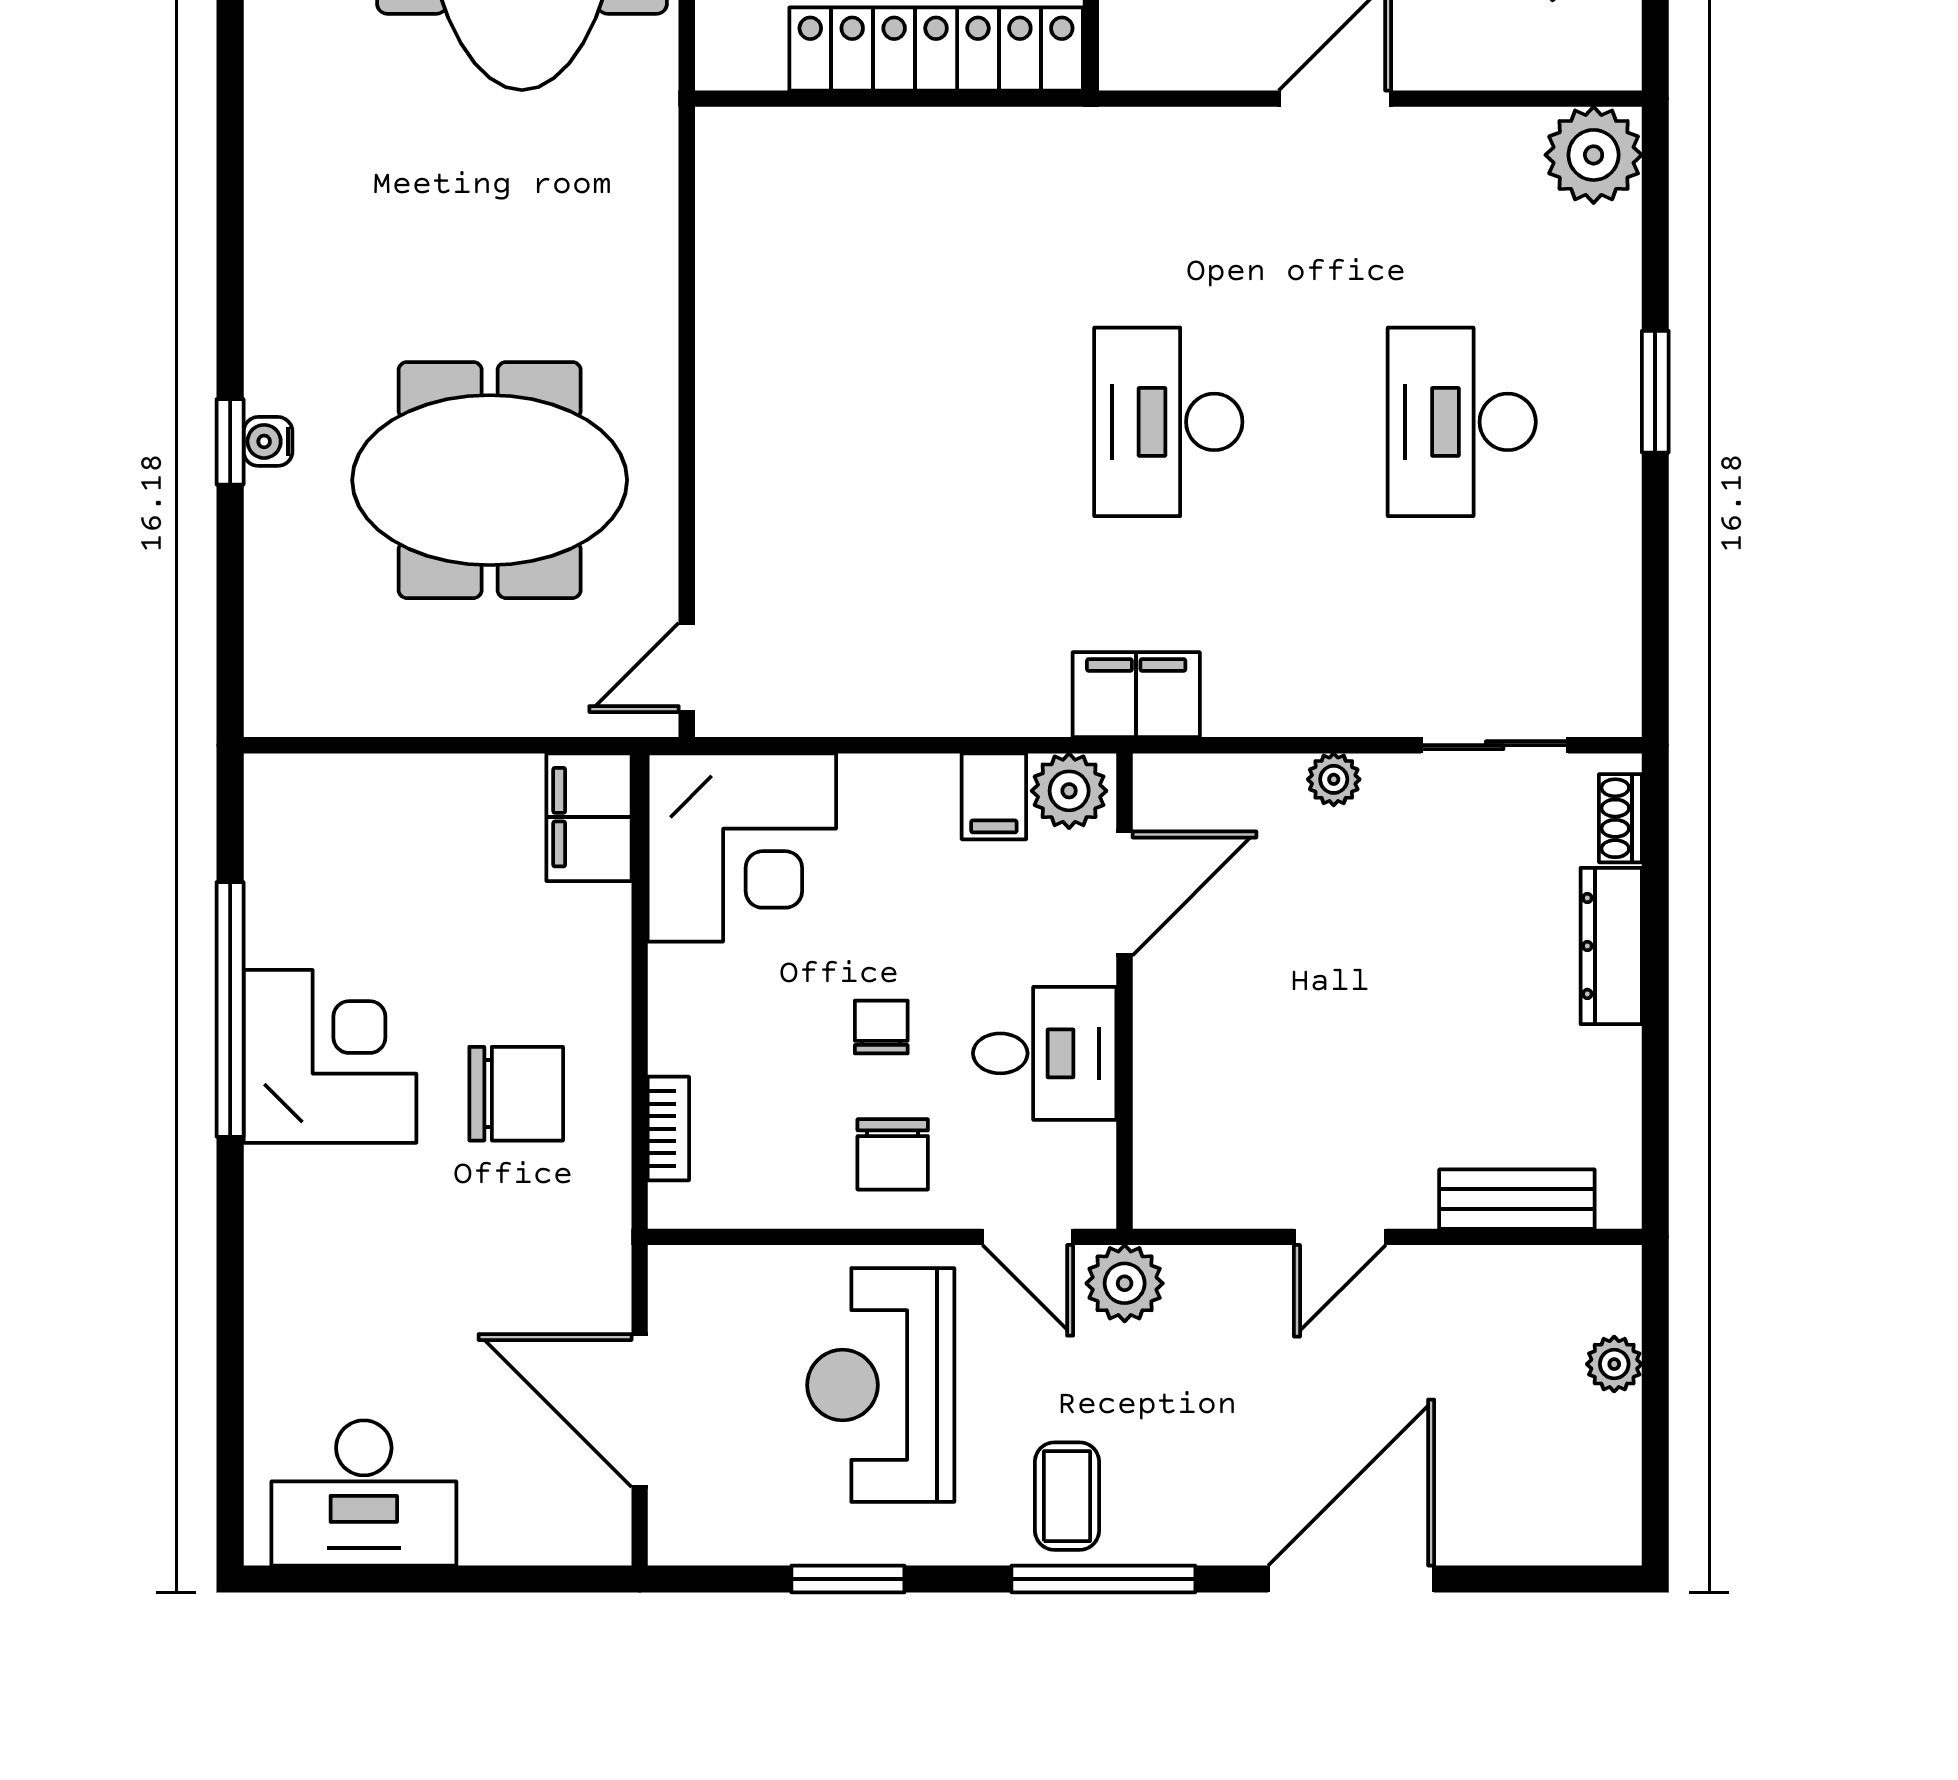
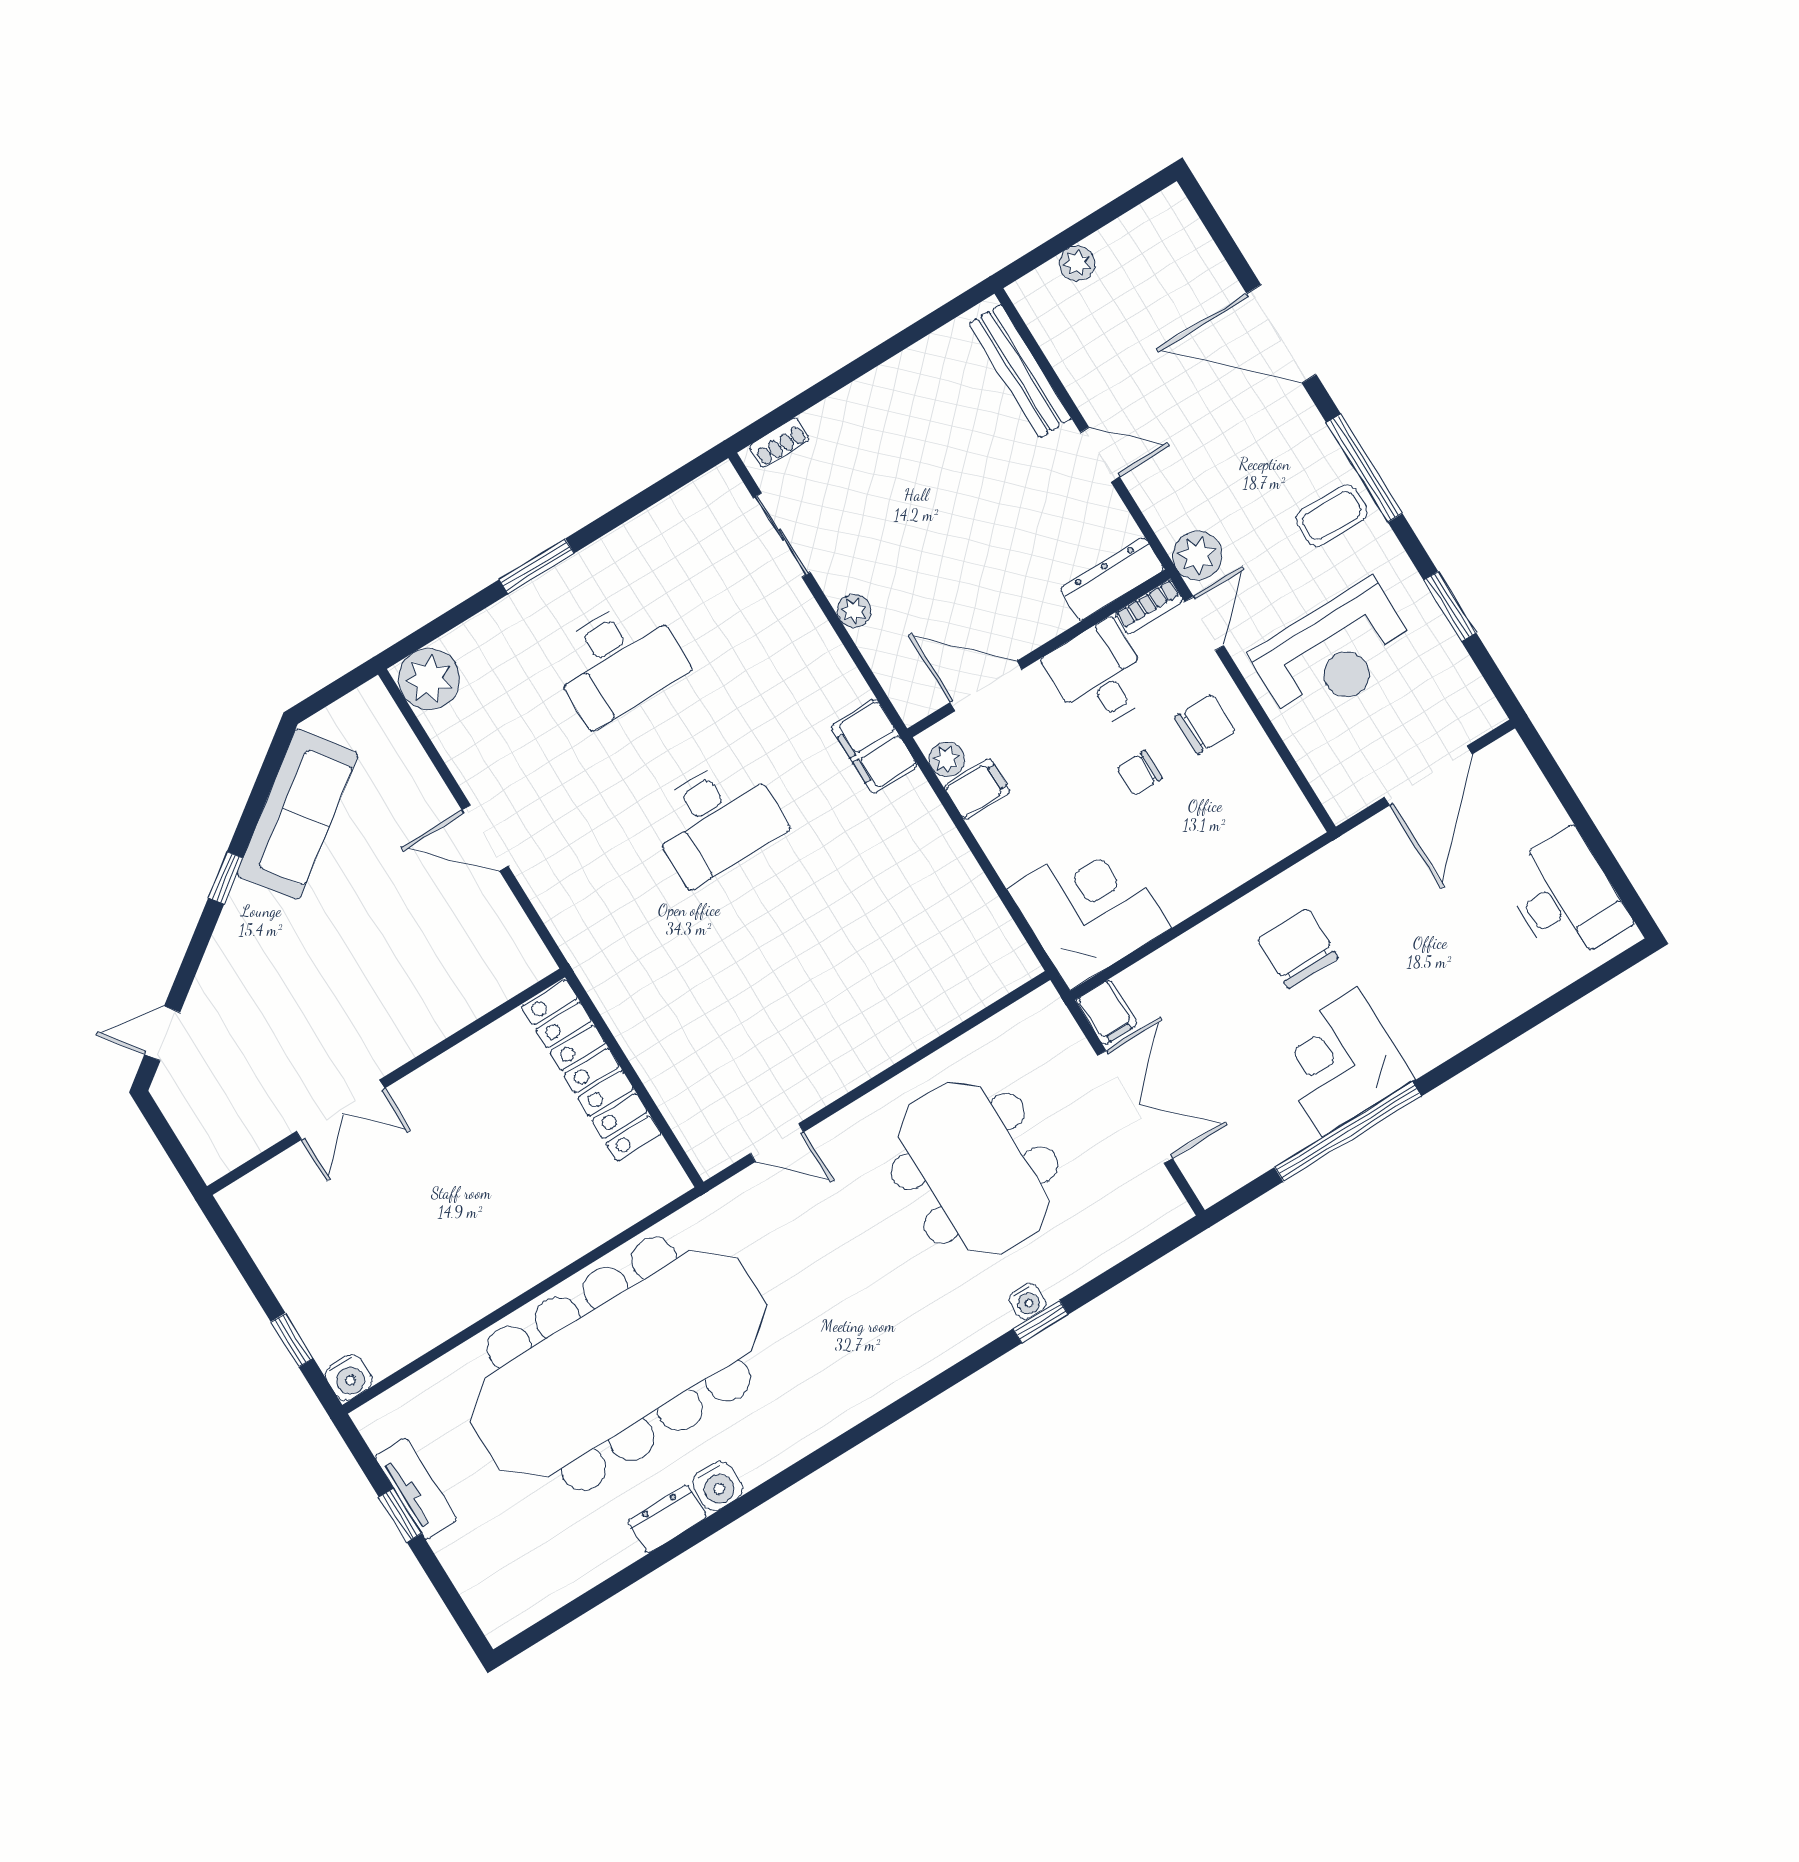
door: (687, 667) -> (777, 1143), moved
double door: (439, 745) -> (1135, 1107), added
plant: (1069, 791) -> (947, 759), width x0.73, depth x0.73
filing cabinet: (589, 817) -> (1106, 1012), width x0.50
dresser: (1611, 946) -> (1112, 579), moved, turned 180
bookcase: (668, 1129) -> (1149, 607), moved, turned 180
bench: (1517, 1199) -> (1020, 371), width x1.36

